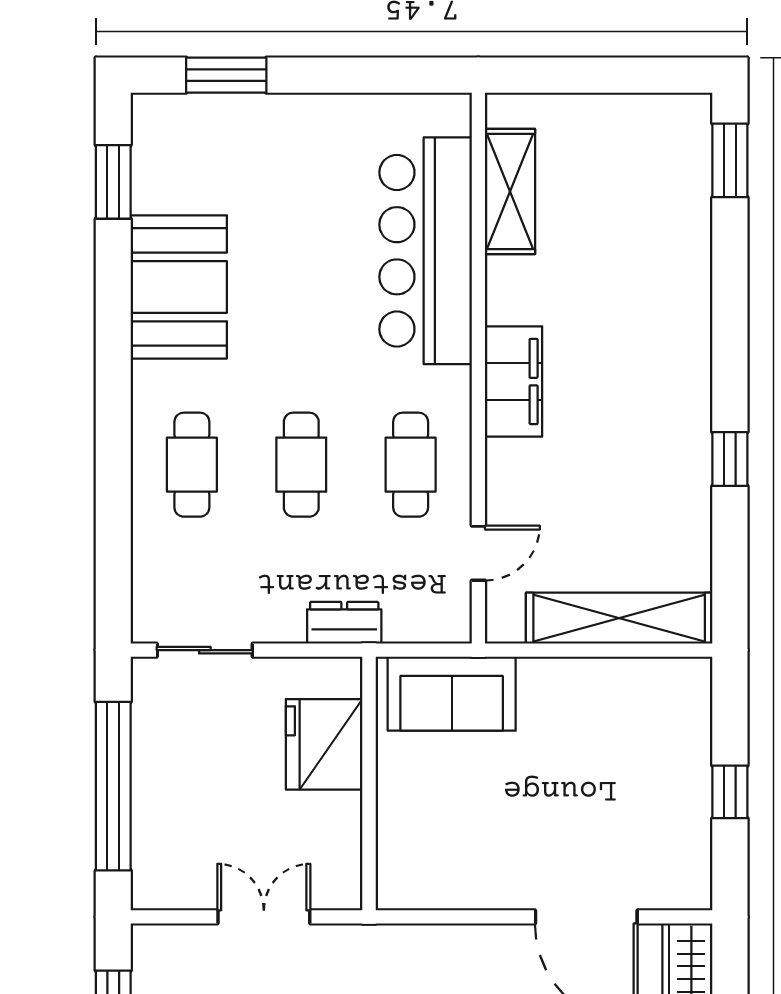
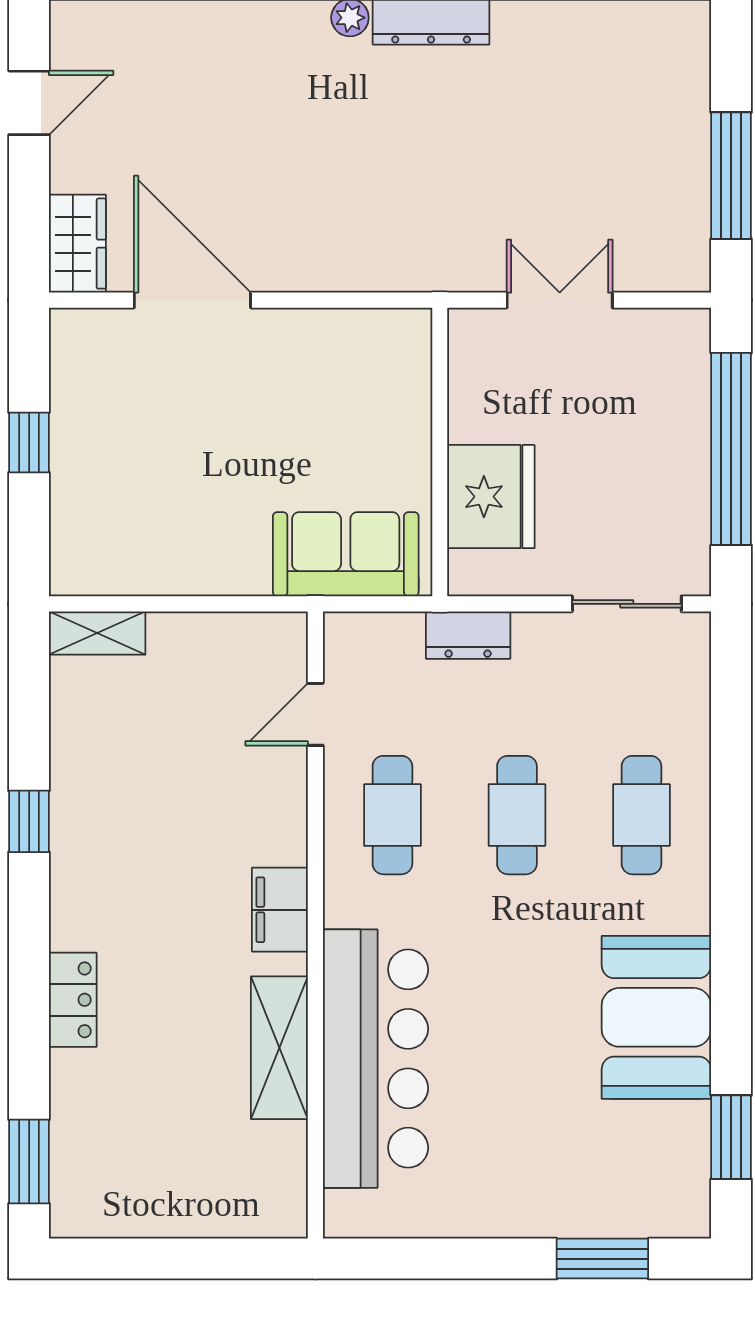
shelving: (510, 191) -> (279, 1048), moved
locker: (691, 302) -> (73, 1000), added
filing cabinet: (514, 382) -> (280, 910), width x0.67, depth x0.86
shelving: (619, 618) -> (97, 633), width x0.45, depth x0.75
double door: (264, 917) -> (560, 300), swing flipped

